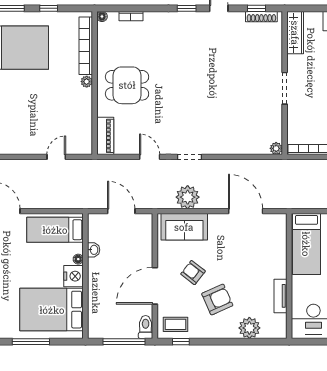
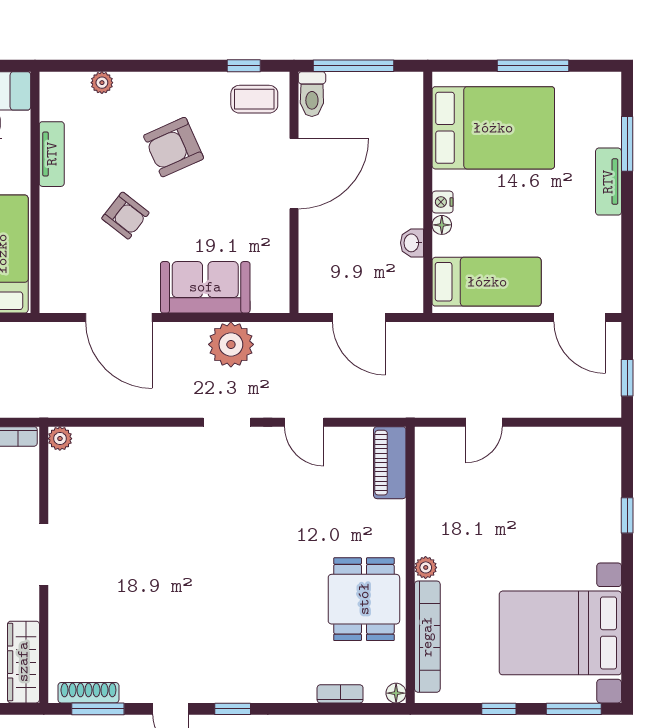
window: (257, 8) -> (98, 709), width x1.50
dining table: (127, 85) -> (364, 599), moved, turned 90
sofa: (184, 227) -> (205, 287), moved
armchair: (193, 273) -> (125, 216), moved
nightstand: (74, 276) -> (443, 202), width x0.53, depth x0.56
plant: (249, 328) -> (102, 83), width x0.53, depth x0.53

